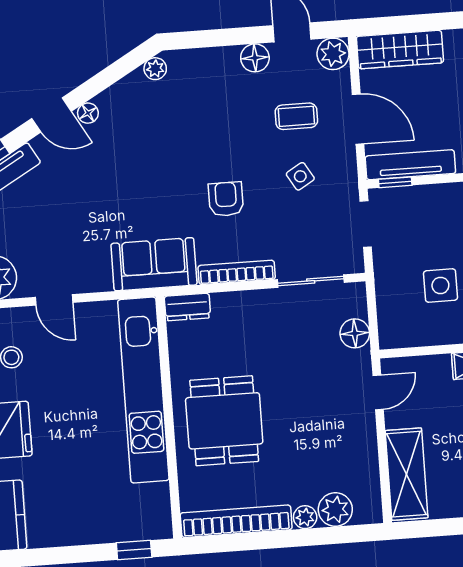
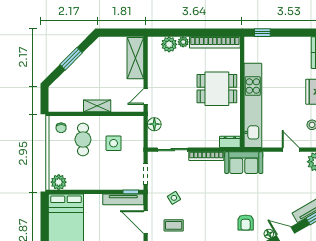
armchair: (226, 199) -> (246, 222), moved
dining table: (224, 421) -> (217, 89), turned 90

